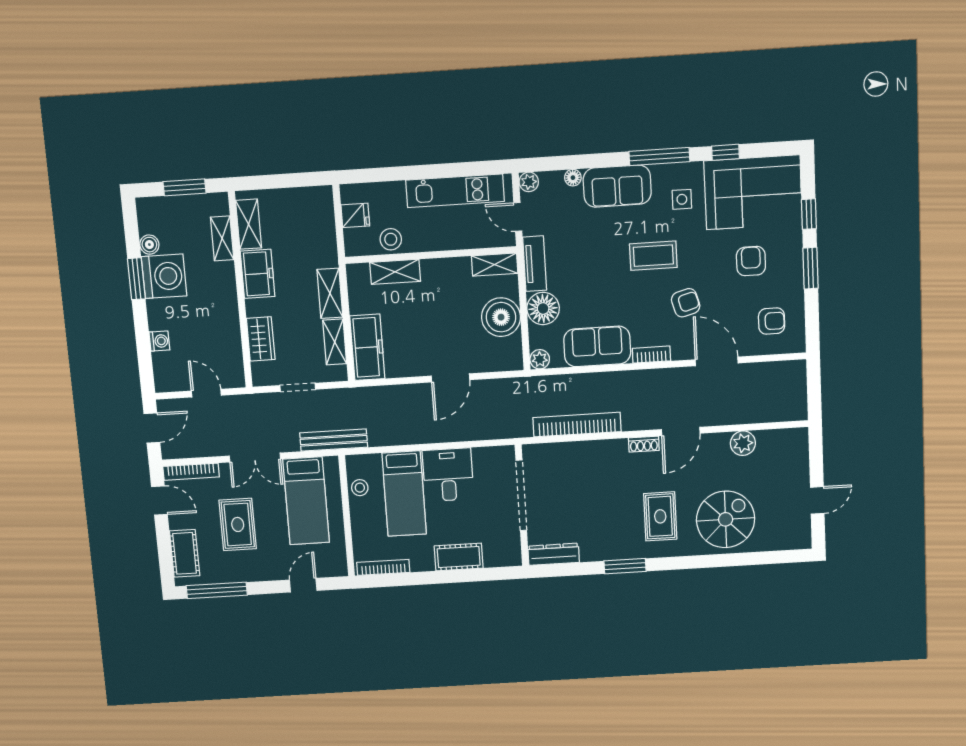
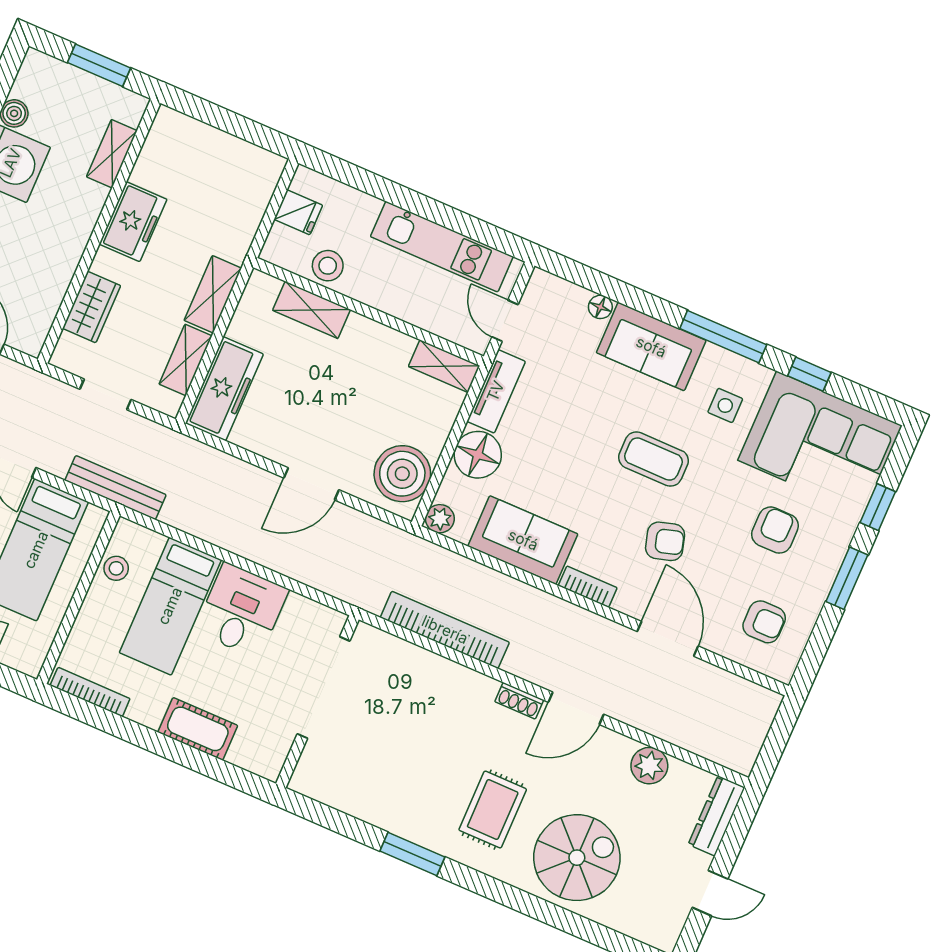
plant: (529, 182) -> (542, 284), removed
shelving: (249, 224) -> (156, 153), removed
boiler: (501, 317) -> (402, 474), moved
dresser: (554, 554) -> (716, 816), moved, turned -90

